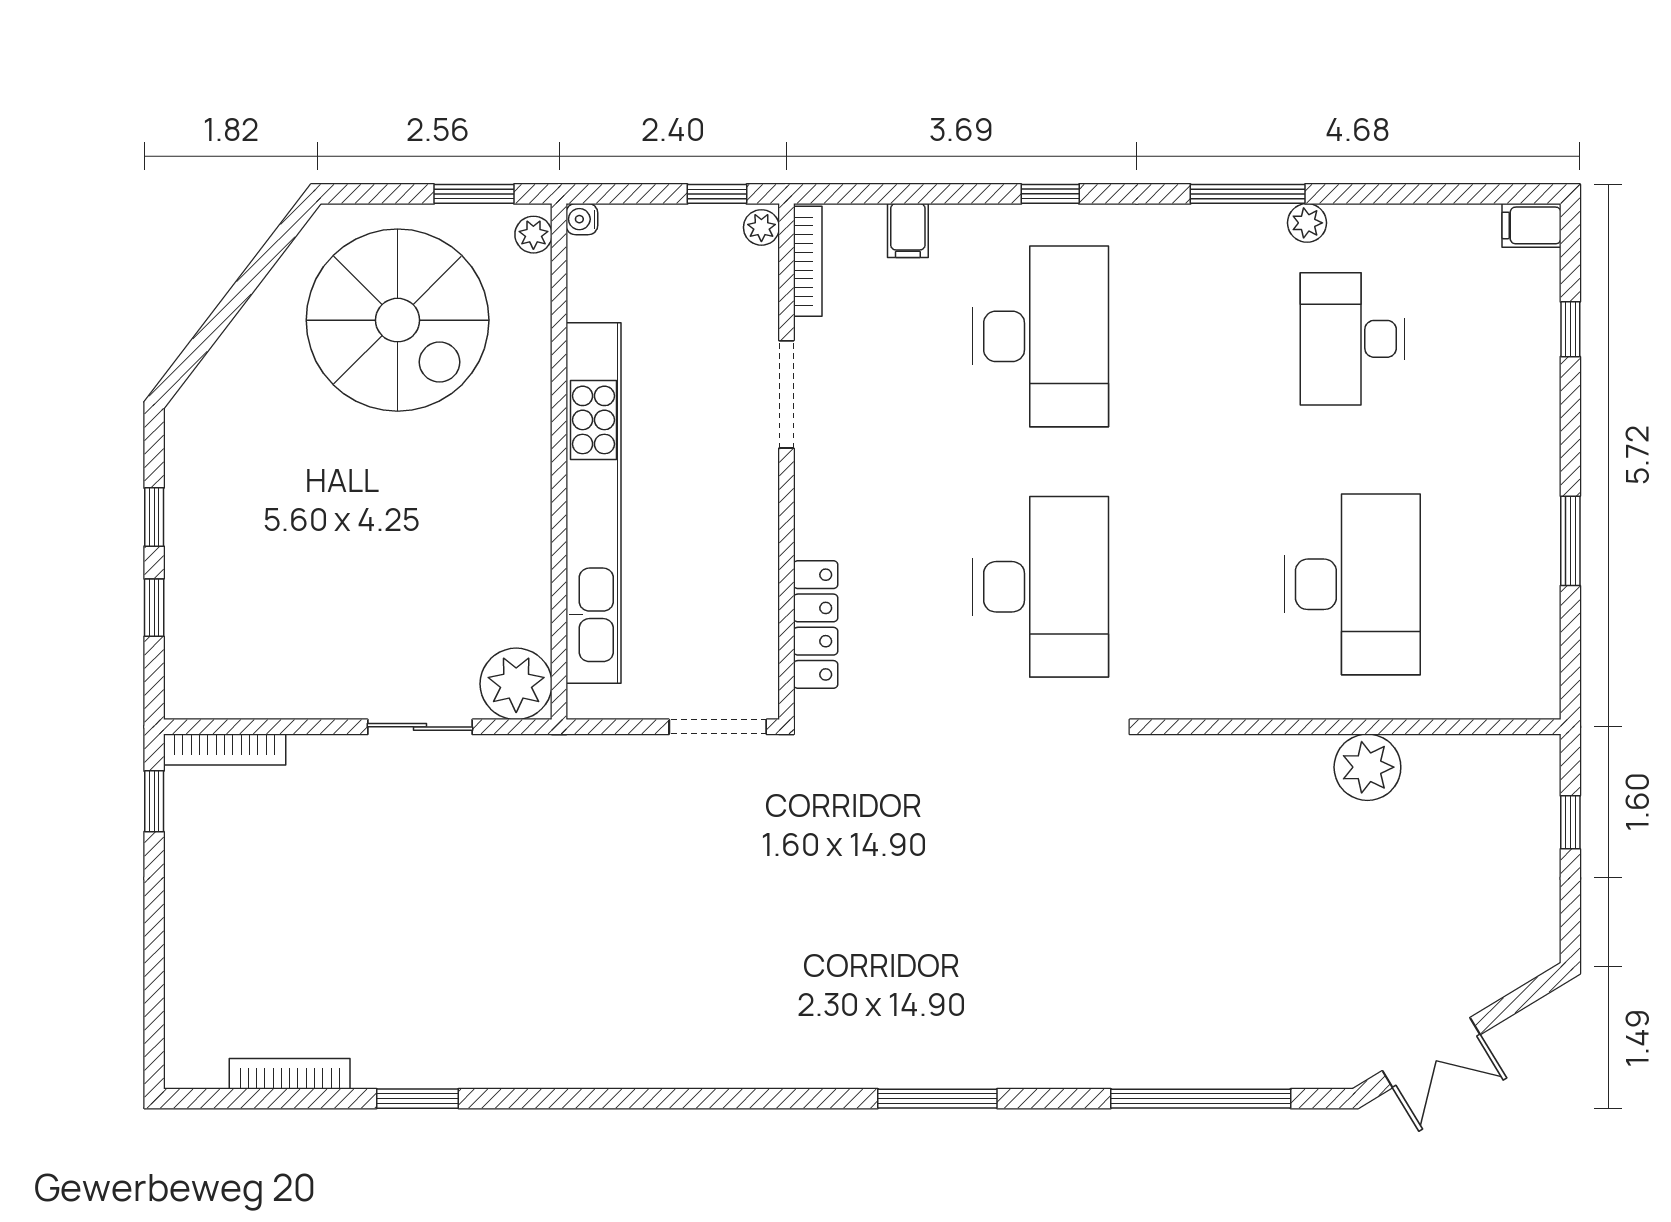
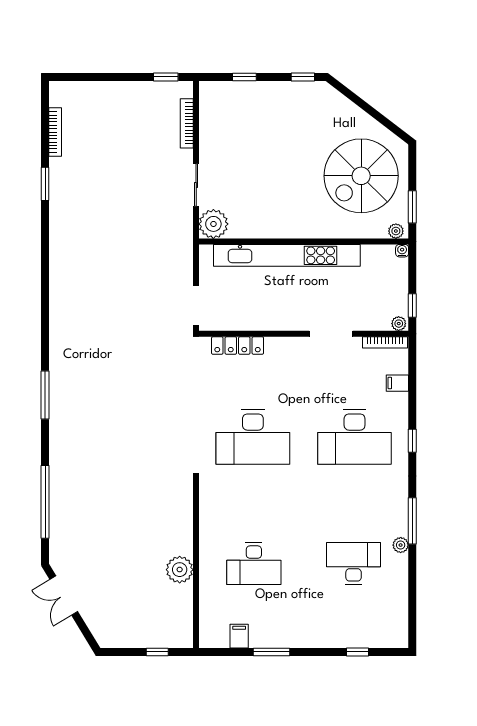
filing cabinet: (1531, 225) -> (239, 636), moved
window: (154, 517) -> (303, 77), moved
desk: (1352, 584) -> (254, 563), width x0.73, depth x0.77
bookcase: (225, 750) -> (187, 123), moved

